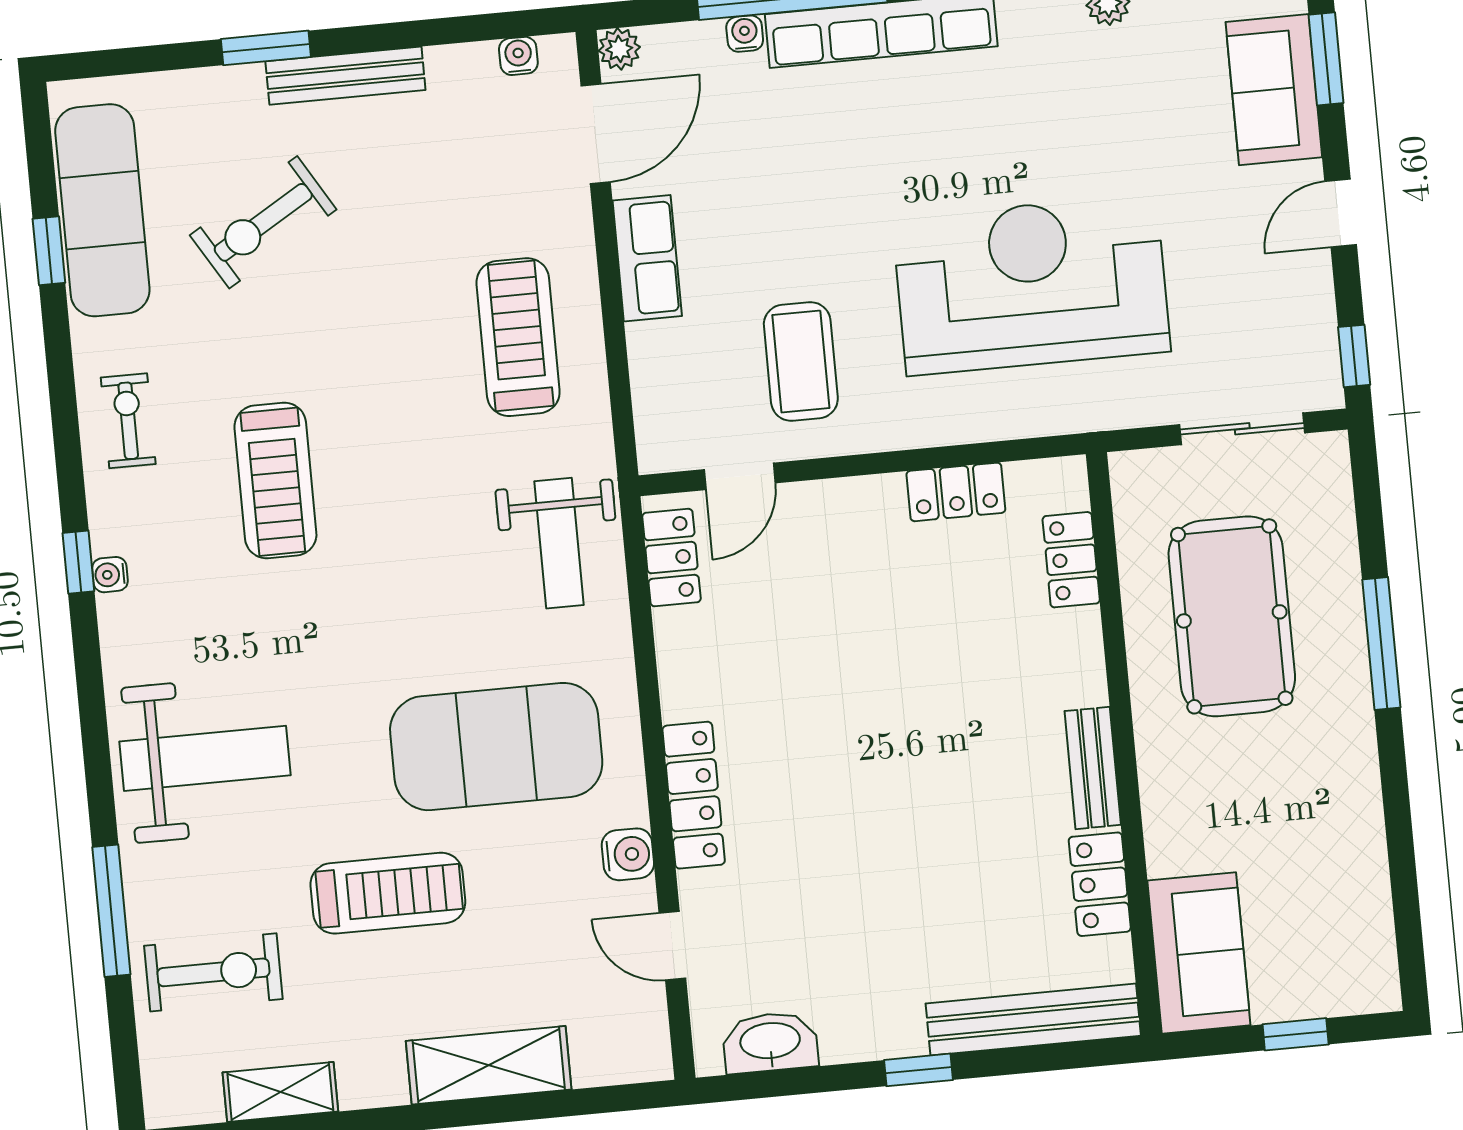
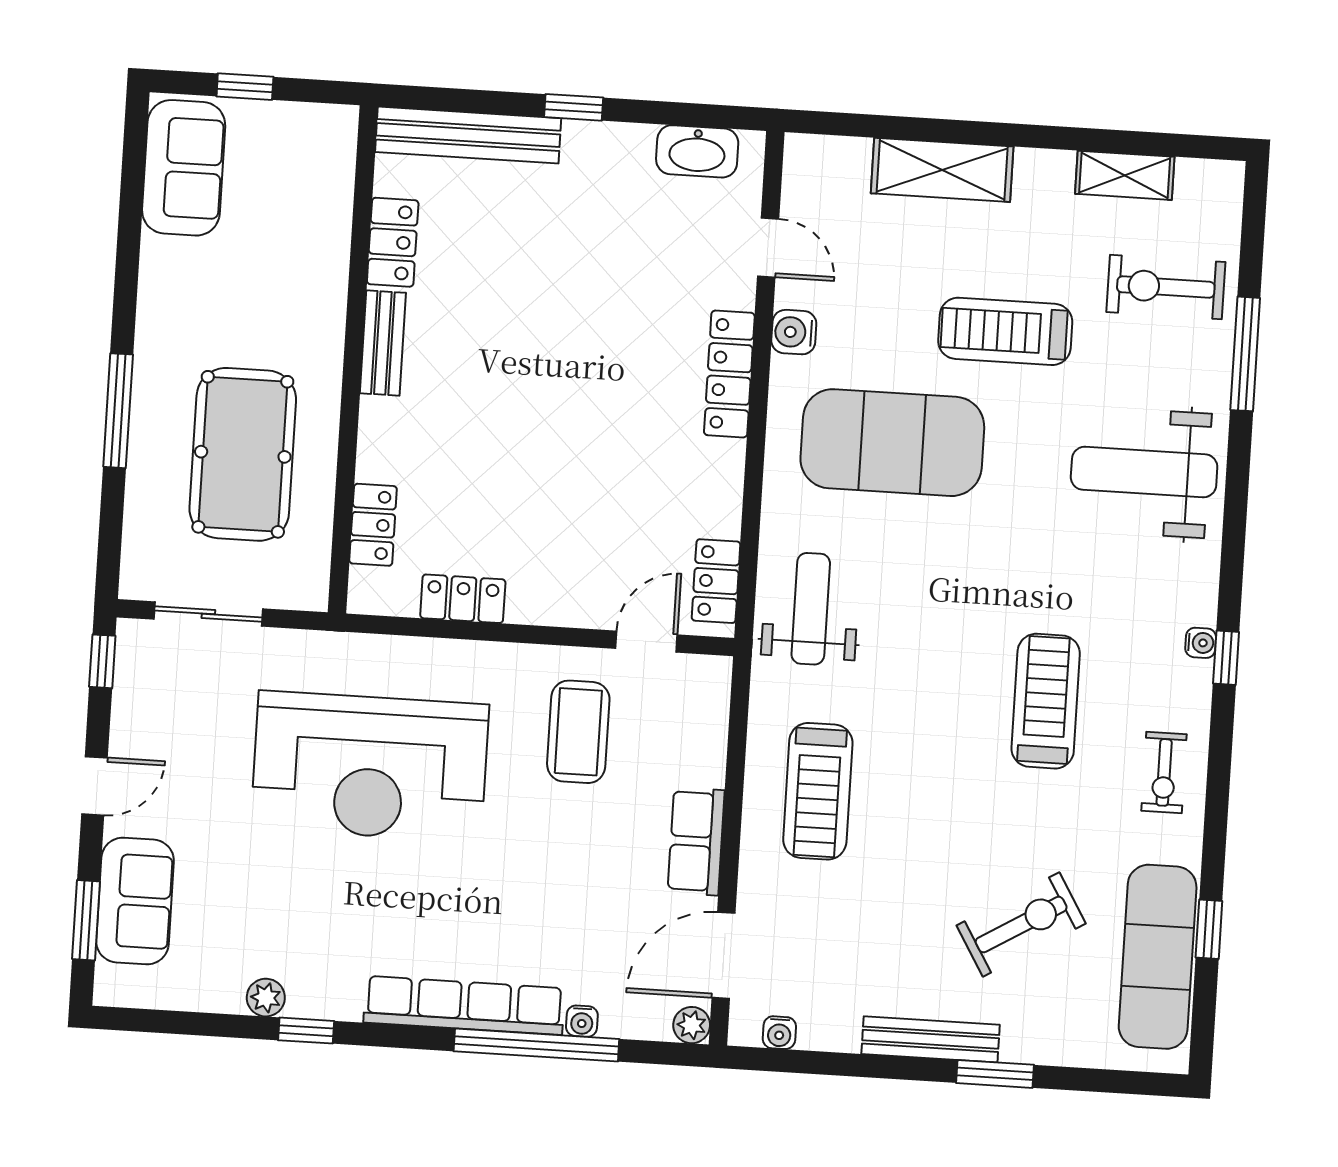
sofa: (1199, 953) -> (184, 168), moved, turned 180

